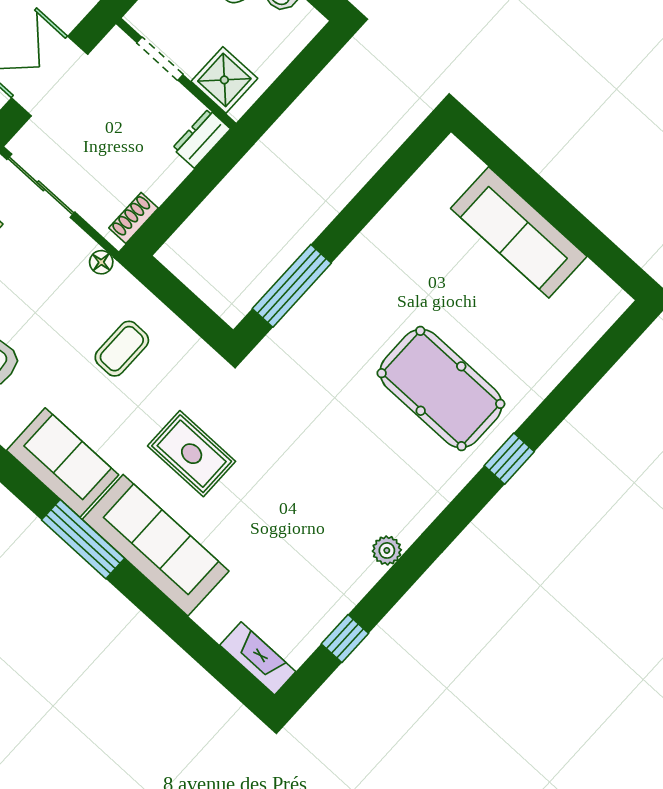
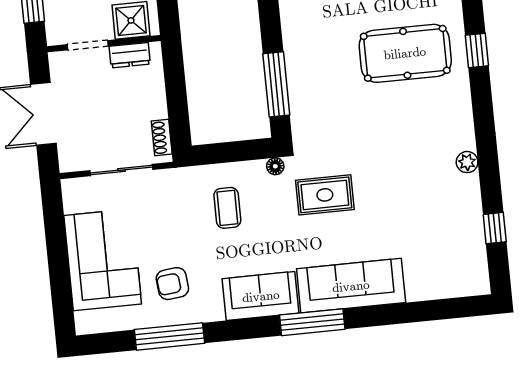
dresser: (201, 139) -> (130, 55), moved, turned -90
sliding door: (41, 186) -> (121, 170), moved
floor lamp: (101, 262) -> (275, 166), moved
rug: (192, 454) -> (325, 195), moved
fireplace: (258, 658) -> (463, 285), removed

